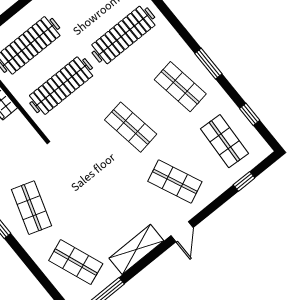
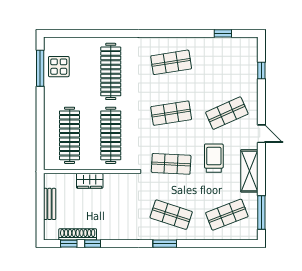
window: (208, 64) -> (171, 33), removed
shop shelf: (224, 141) -> (171, 164), moved
trolley: (121, 204) -> (214, 158), added

